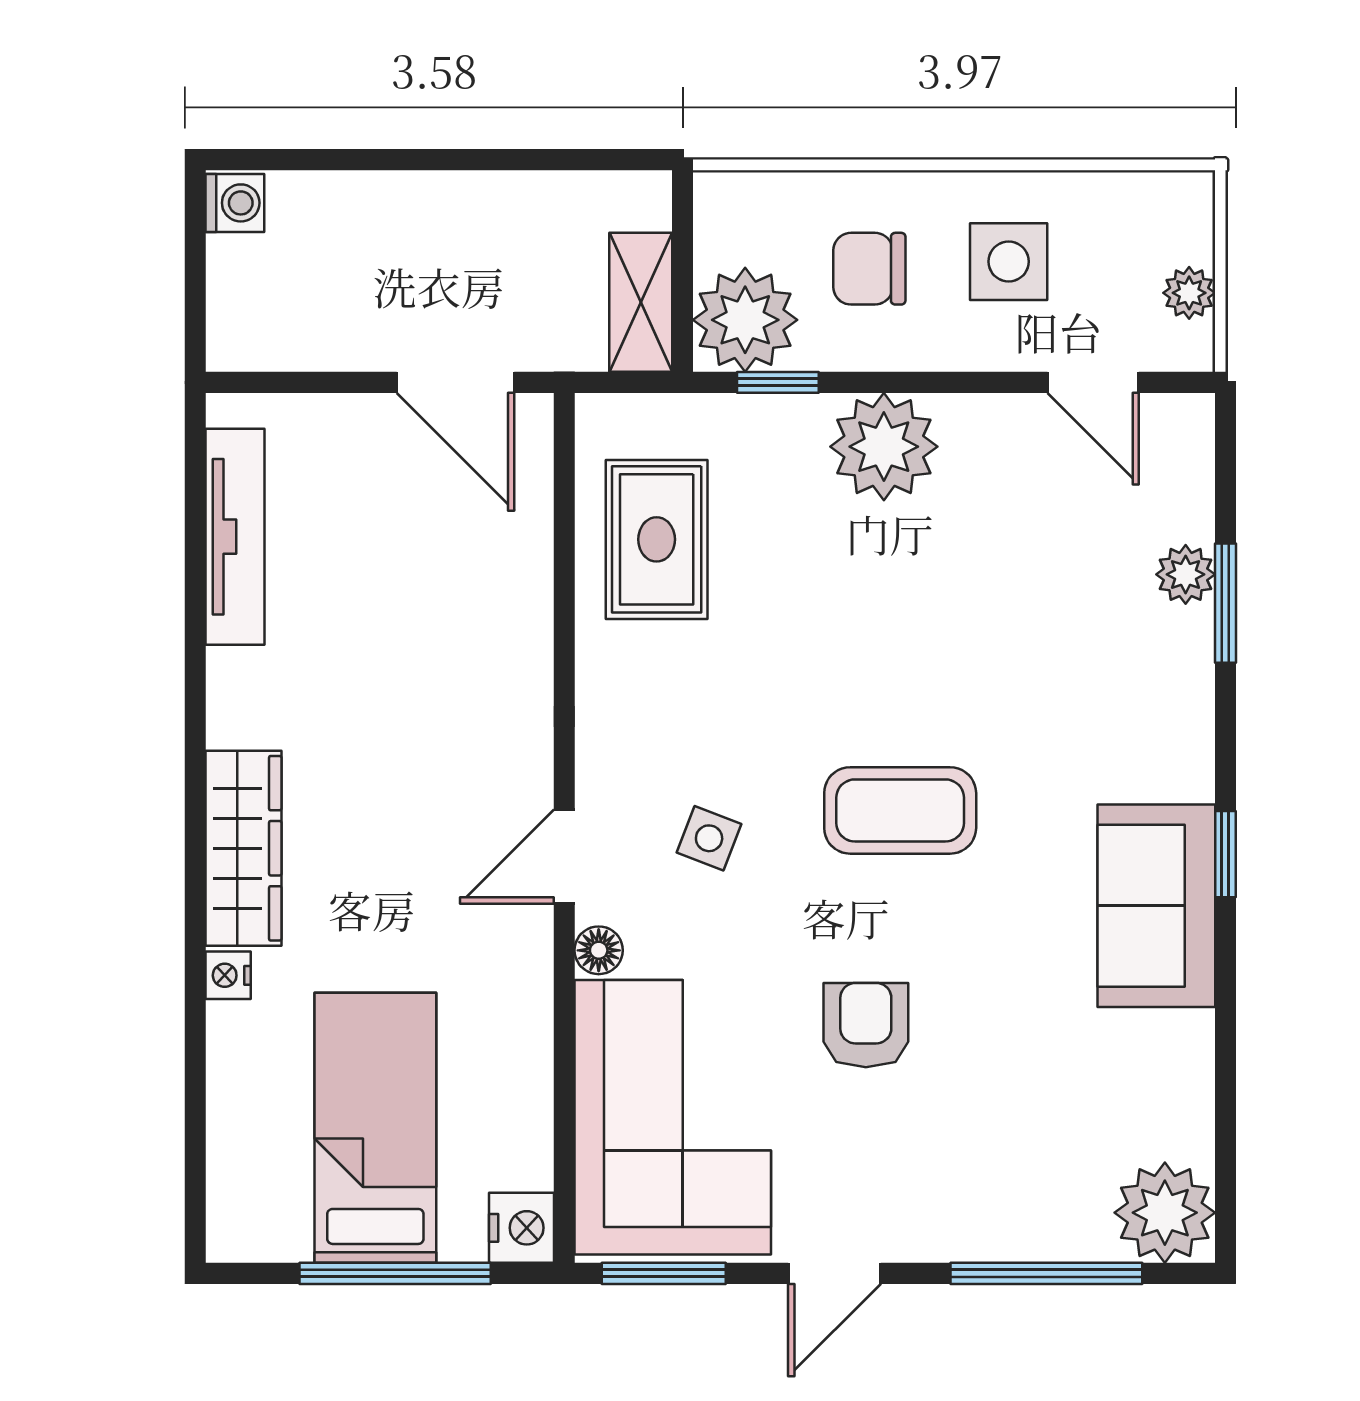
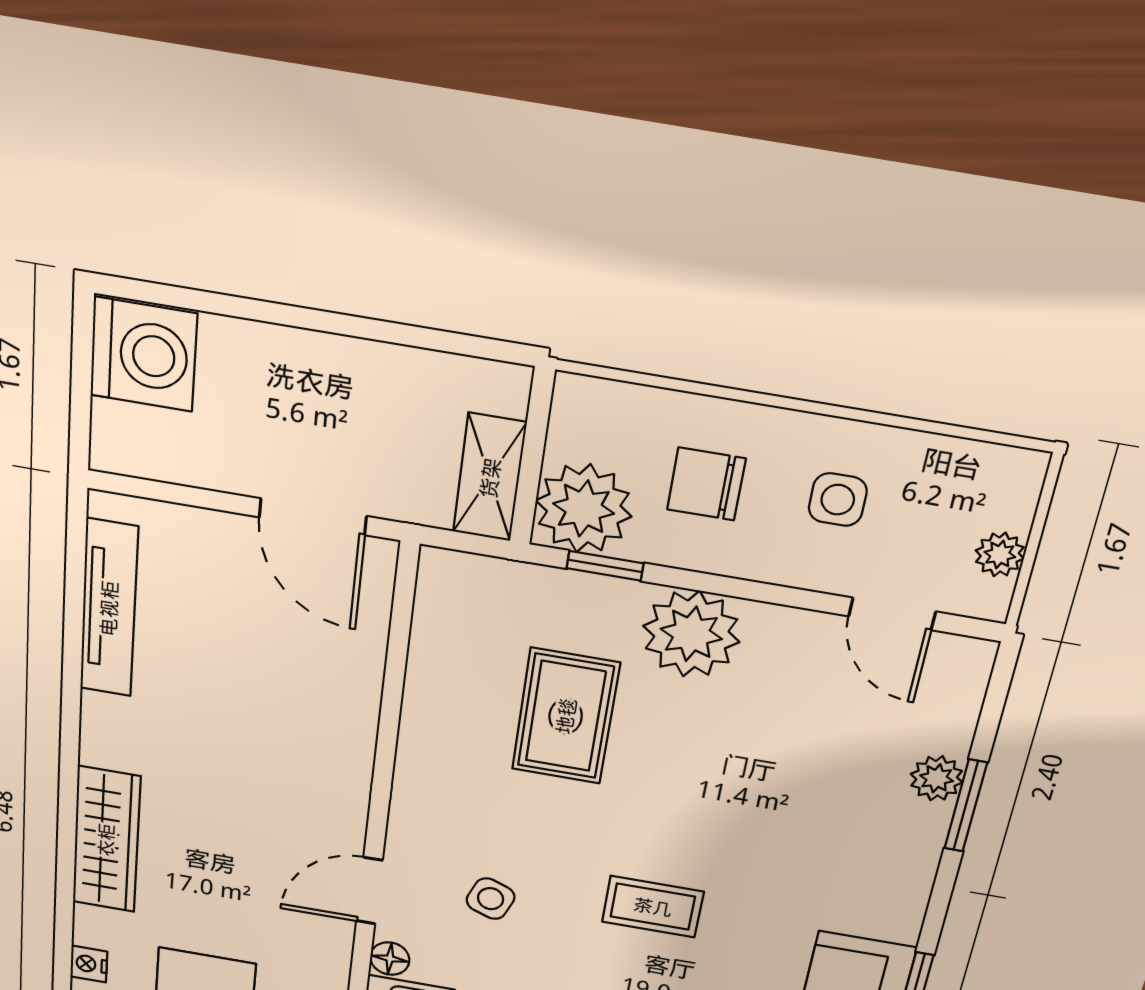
washing machine: (235, 203) -> (143, 355), width x1.89, depth x1.89
side table: (1009, 262) -> (838, 500), width x0.73, depth x0.73
rug: (657, 539) -> (566, 716), moved
coffee table: (900, 810) -> (653, 907), width x0.73, depth x0.77
nightstand: (228, 975) -> (89, 964), moved

